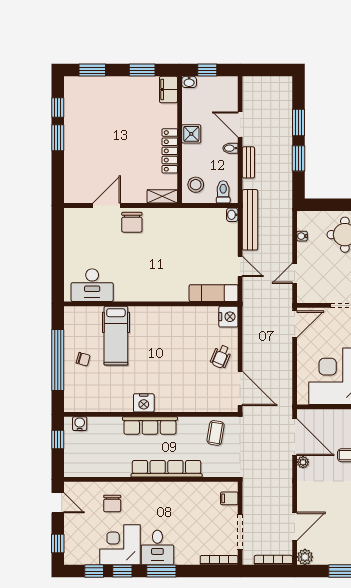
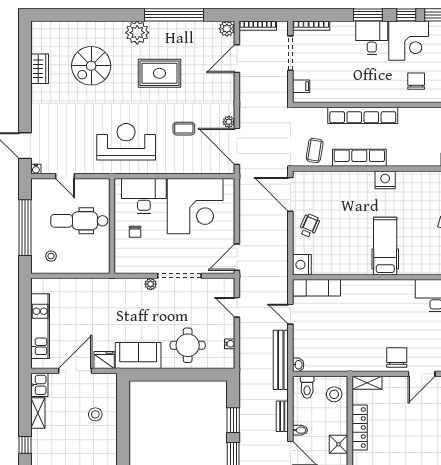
door: (295, 273) -> (237, 307), swing flipped
hospital bed: (116, 336) -> (385, 246), moved
row of seats: (150, 425) -> (359, 158), moved

